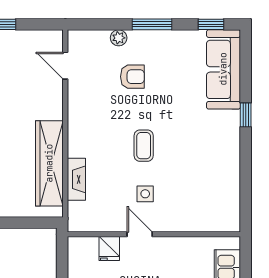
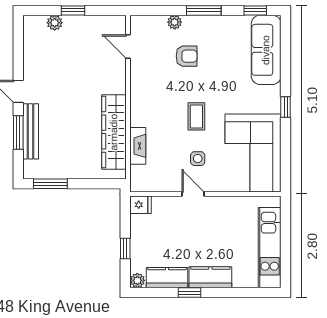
window: (246, 115) -> (286, 107), moved
corner sofa: (208, 187) -> (253, 153), added
fridge: (109, 249) -> (140, 205), moved, turned -90

